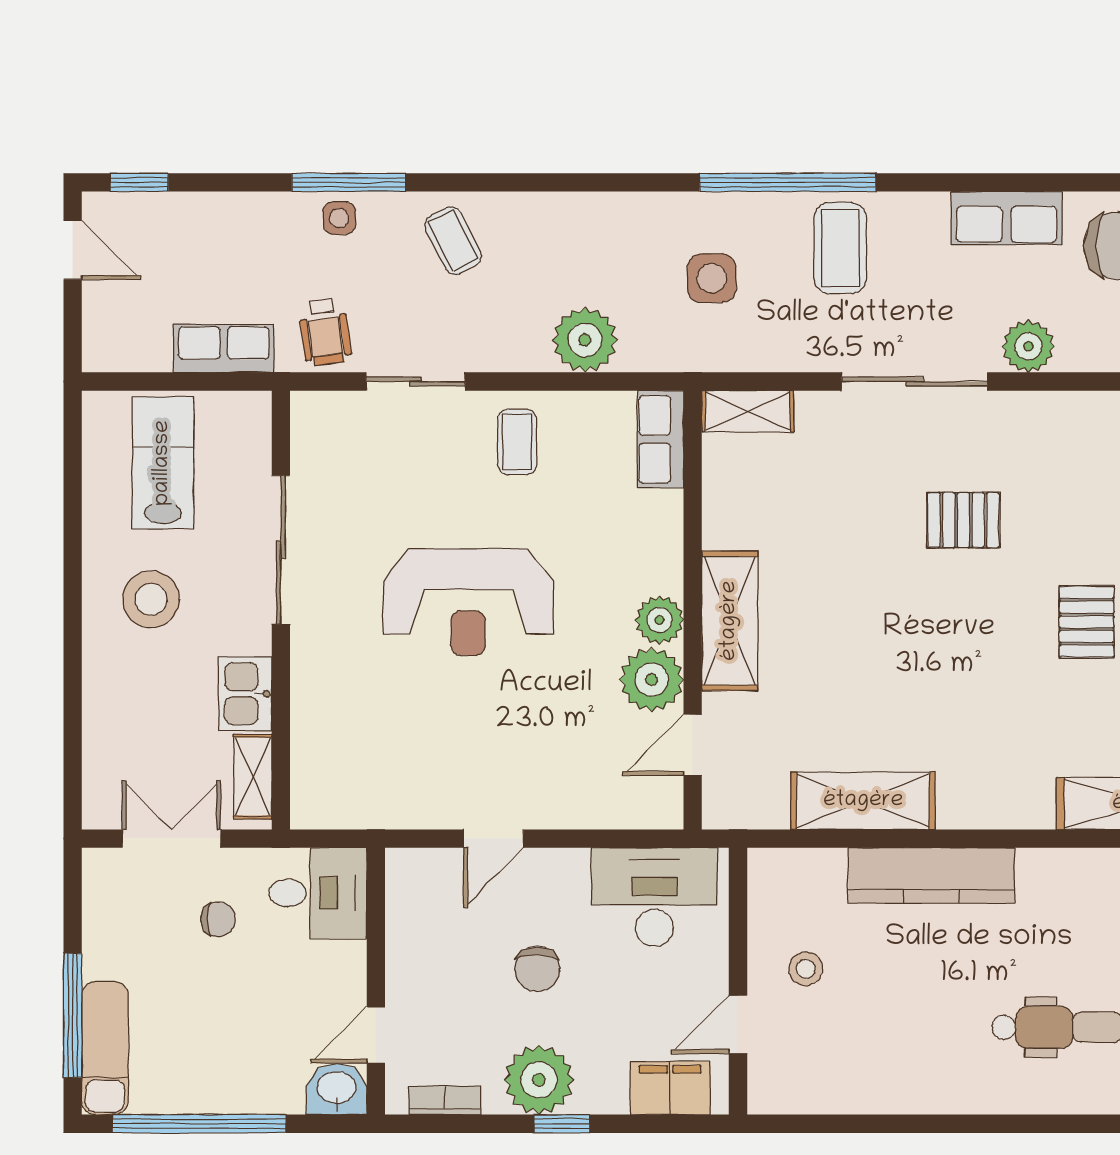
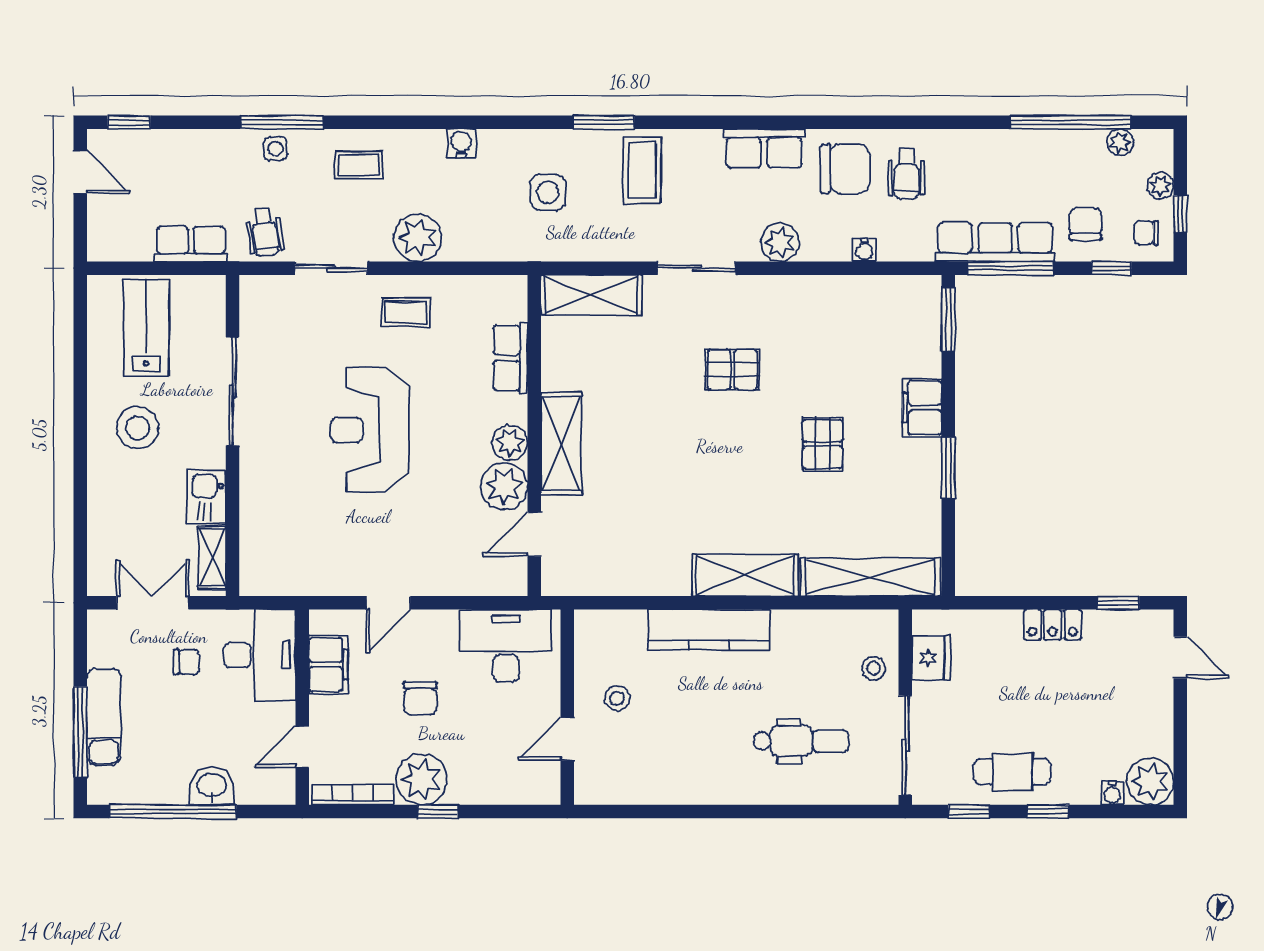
window: (788, 182) -> (604, 122), width x0.47
water cooler: (593, 211) -> (461, 144), added
coffee table: (453, 241) -> (359, 165), turned -63
plant: (585, 340) -> (418, 238), moved
sliding door: (915, 382) -> (697, 268), width x0.73
shelving: (748, 411) -> (591, 295), width x1.50, depth x1.33
row of seats: (660, 439) -> (510, 358), moved
coffee table: (517, 442) -> (406, 312), turned 90
reception desk: (468, 602) -> (370, 430), turned 90
shelving: (863, 801) -> (745, 575), moved
desk: (318, 893) -> (260, 655), width x1.37
exam couch: (105, 1048) -> (104, 717), moved
filing cabinet: (670, 1088) -> (328, 664), moved, turned 90
washbasin: (337, 1089) -> (212, 786), moved
bookcase: (445, 1100) -> (353, 795), width x1.56

